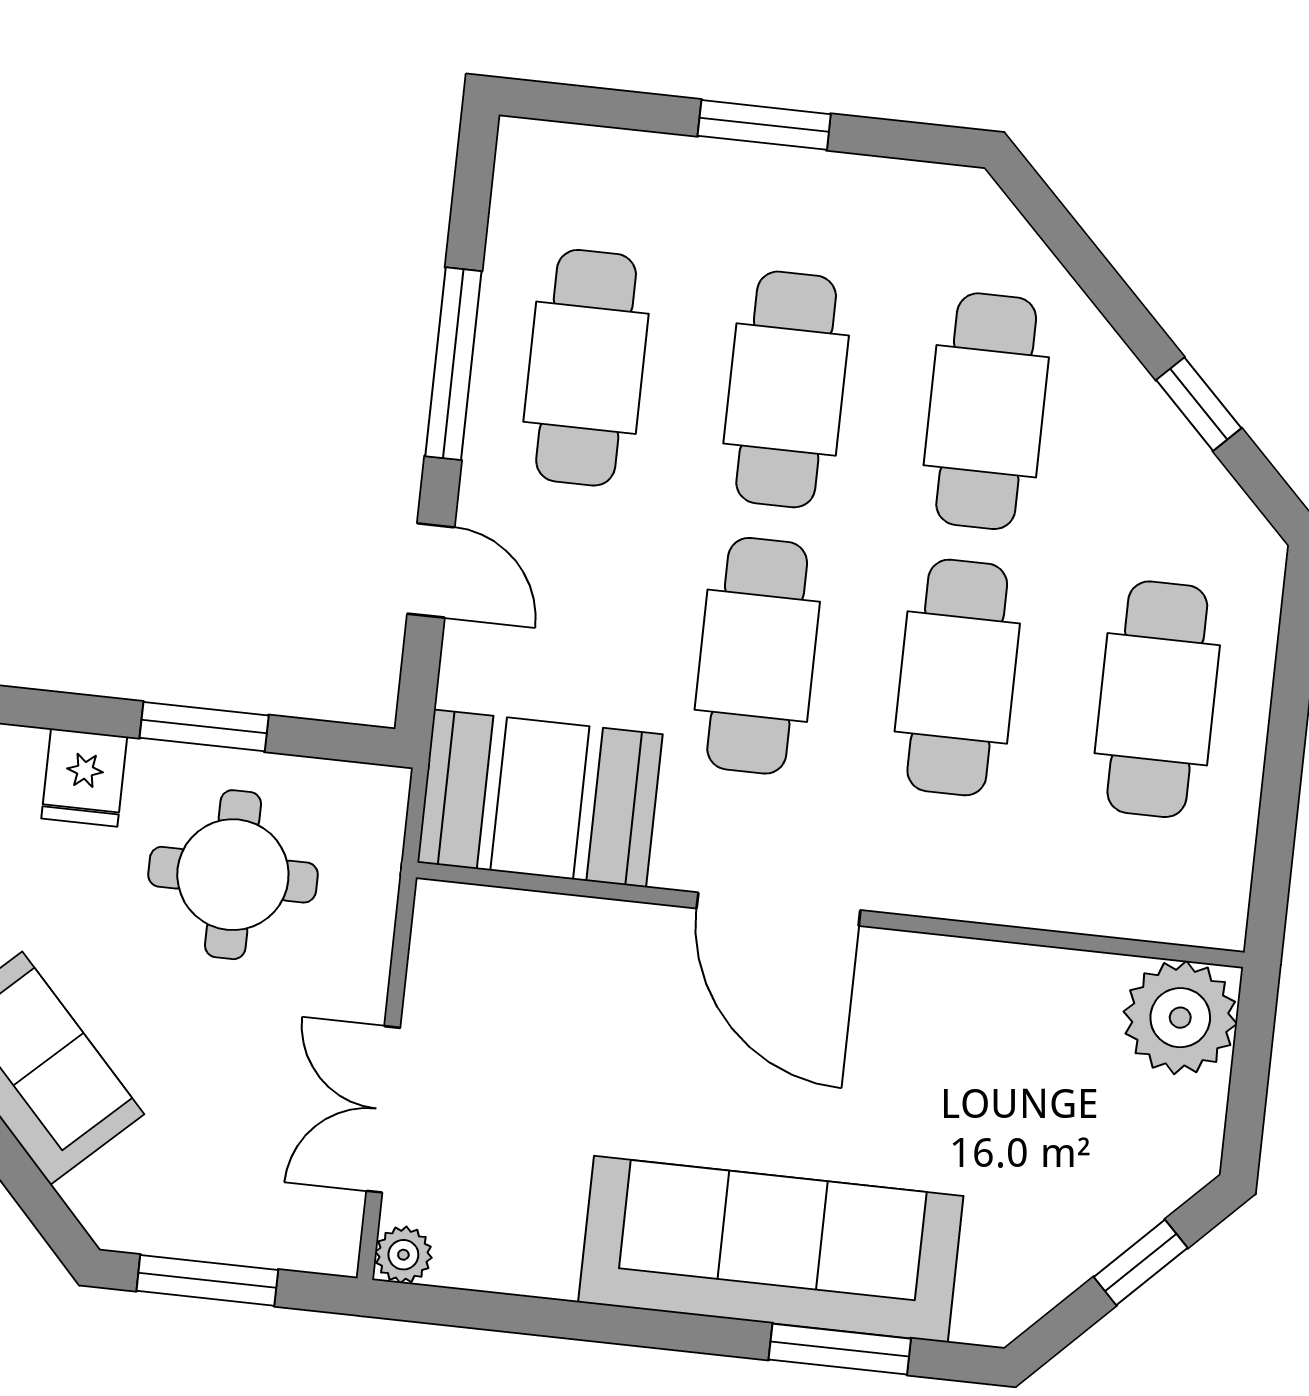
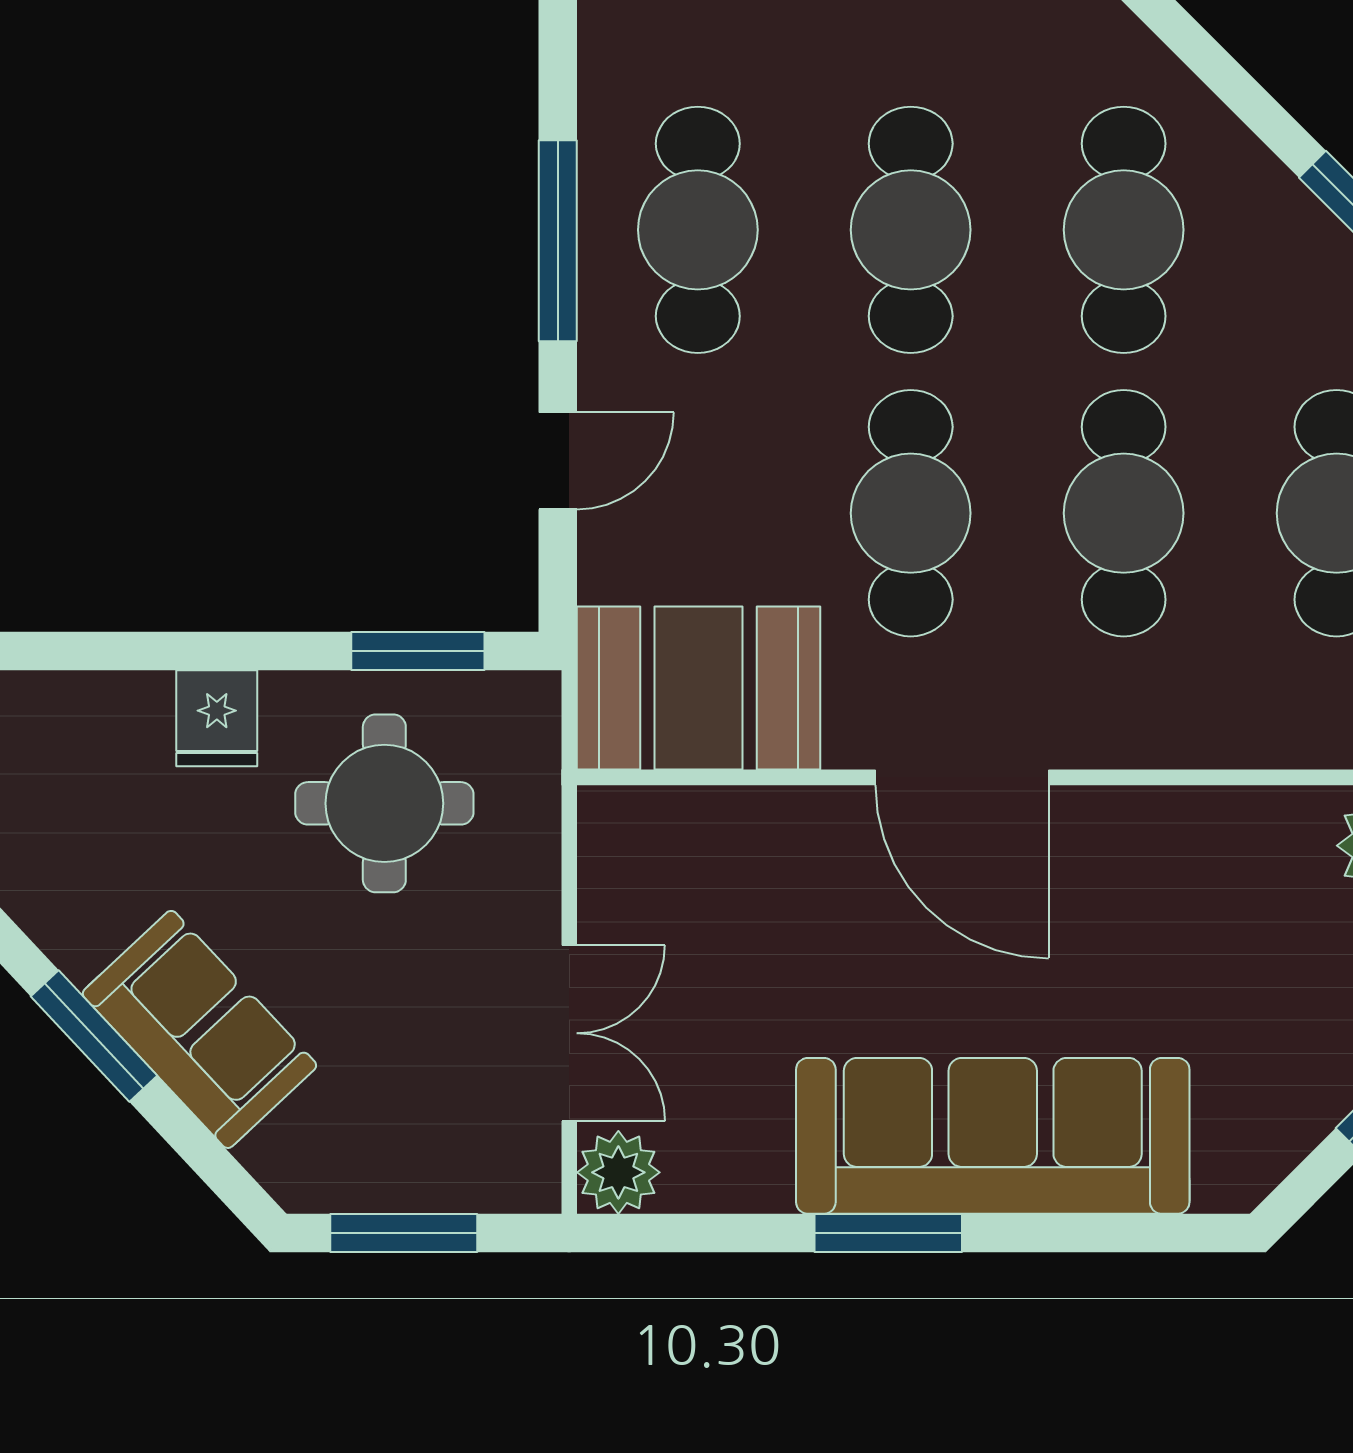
door: (431, 570) -> (558, 461), hinge flipped
window: (204, 727) -> (418, 651), moved
double door: (383, 1109) -> (569, 1033), swing flipped
plant: (403, 1255) -> (618, 1172), width x1.38, depth x1.38
window: (840, 1349) -> (888, 1233), moved

